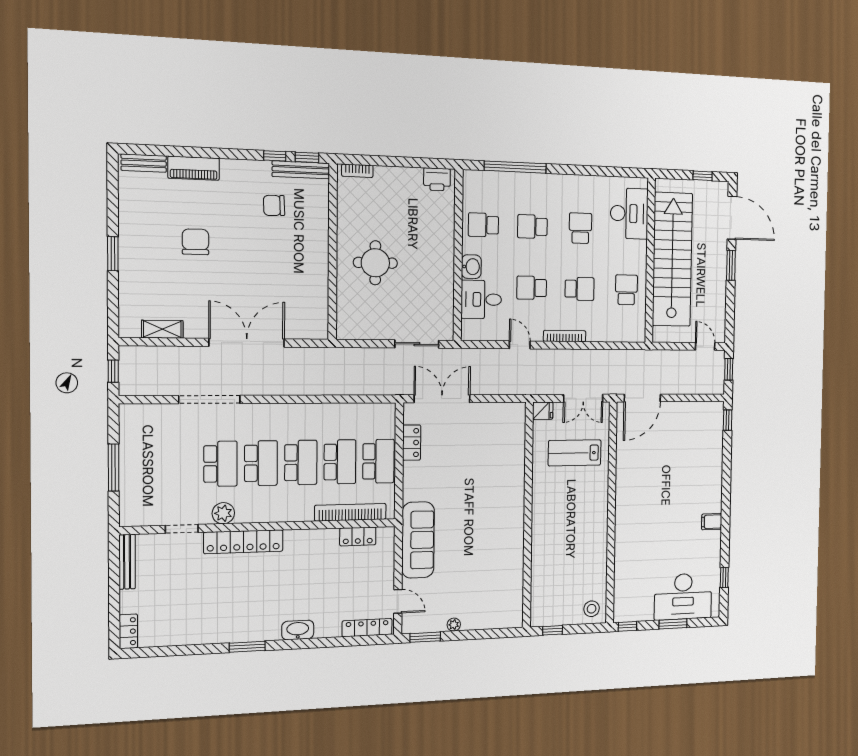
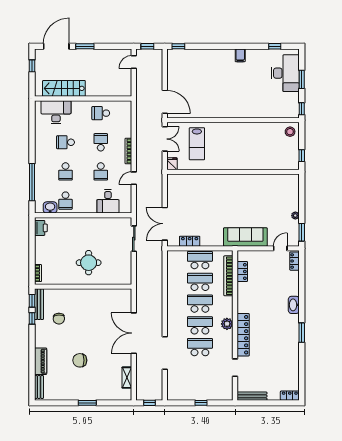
stairs: (672, 259) -> (64, 88), width x0.54, depth x0.66
washbasin: (471, 267) -> (50, 207), moved
window: (114, 468) -> (201, 403), width x0.46
plant: (223, 513) -> (227, 324), moved
locker: (367, 628) -> (294, 261), width x0.66

